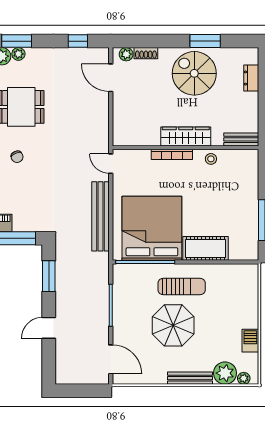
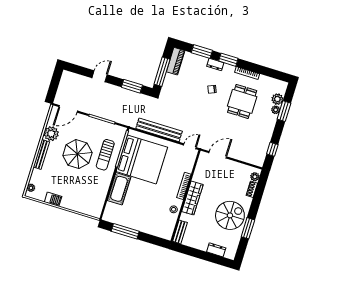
door: (111, 78) -> (218, 155), moved
sun lounger: (182, 286) -> (105, 155), moved
door: (49, 328) -> (100, 76), hinge flipped
plant: (225, 373) -> (51, 134), moved

